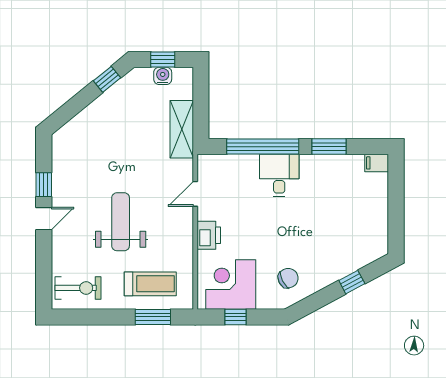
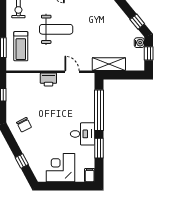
water cooler: (163, 76) -> (139, 43), moved
desk: (279, 175) -> (83, 134), moved
corner desk: (231, 284) -> (61, 168), moved, turned -90

